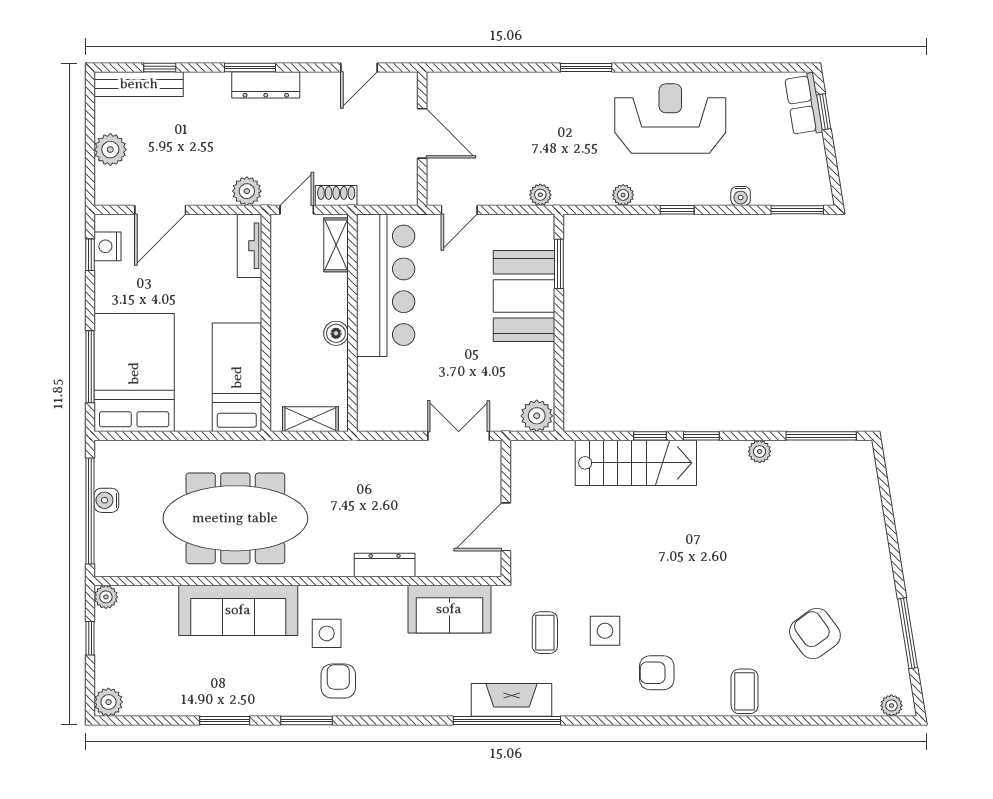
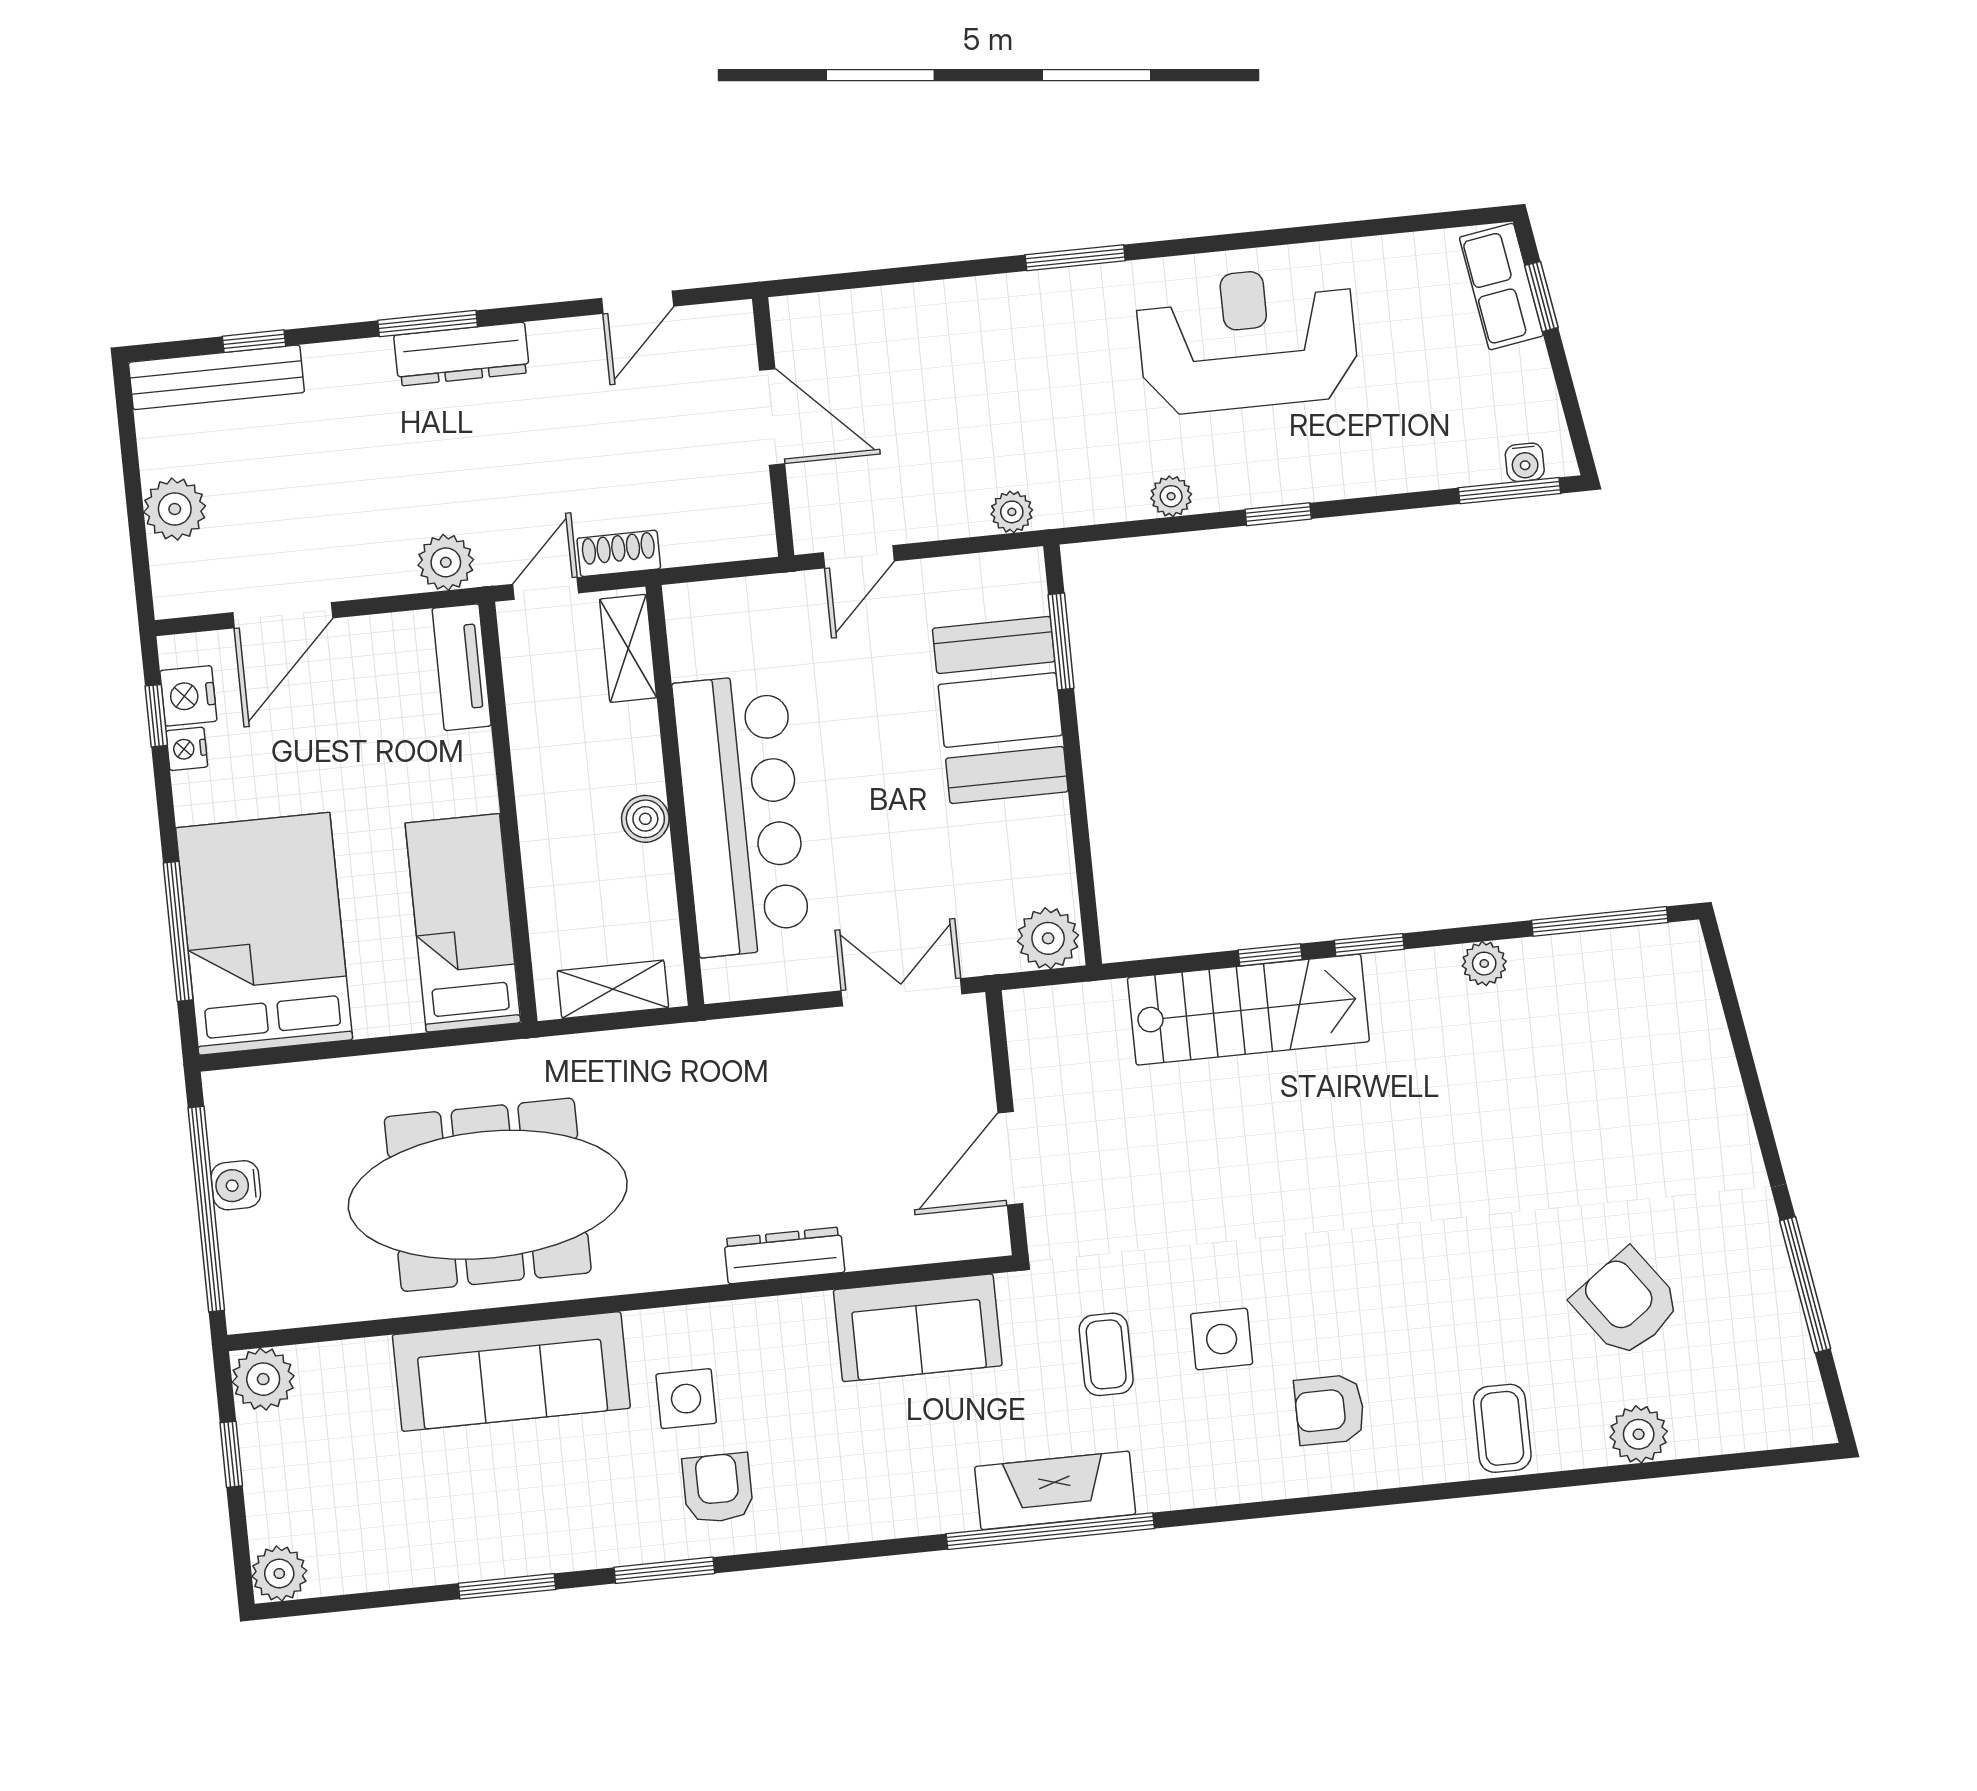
water cooler: (741, 196) -> (1525, 462), moved
nightstand: (104, 273) -> (187, 749), added
bar counter: (386, 285) -> (742, 815), moved
plant: (106, 597) -> (263, 1379), width x1.38, depth x1.38
plant: (891, 706) -> (1639, 1434), moved, width x1.38, depth x1.38

